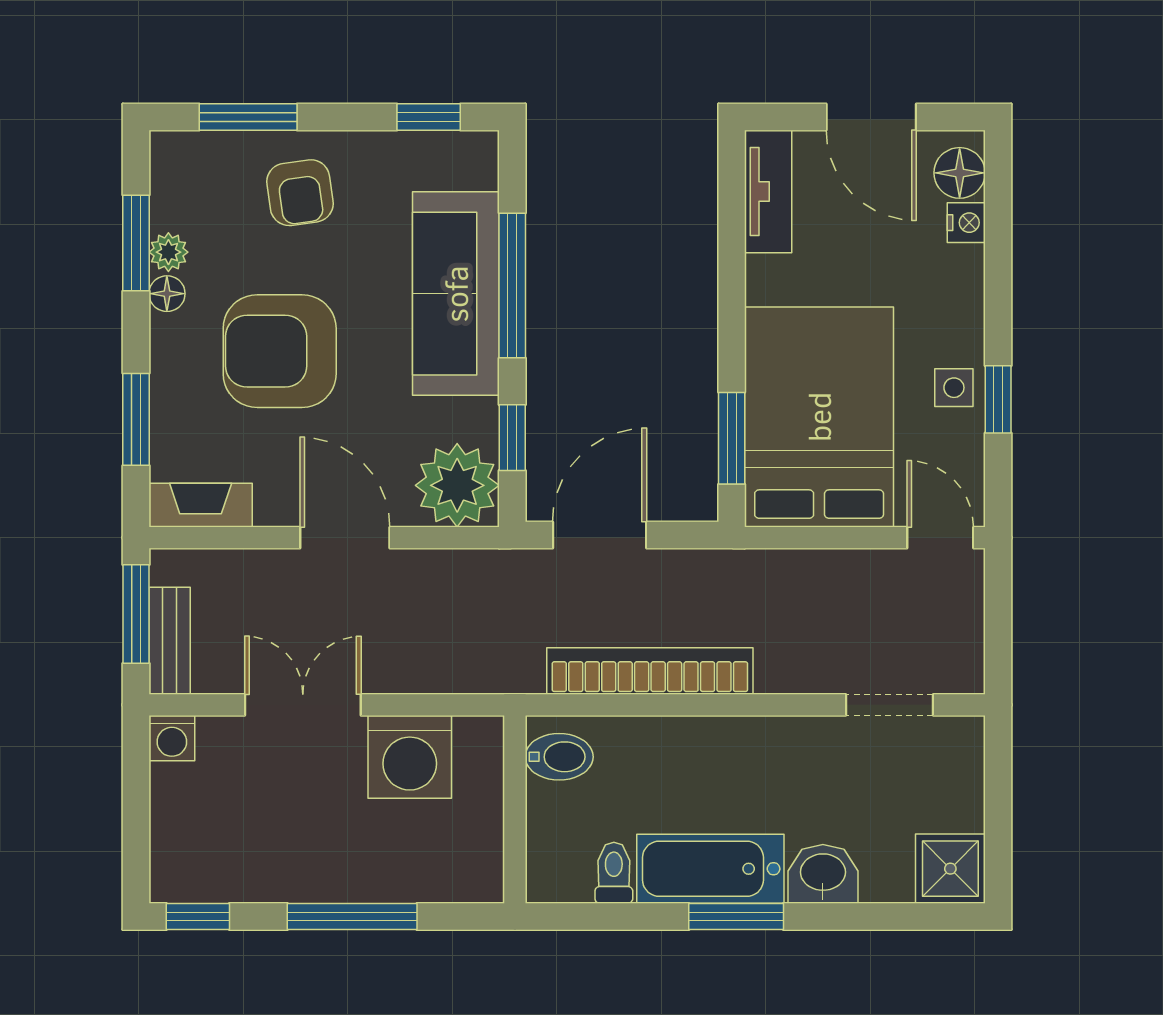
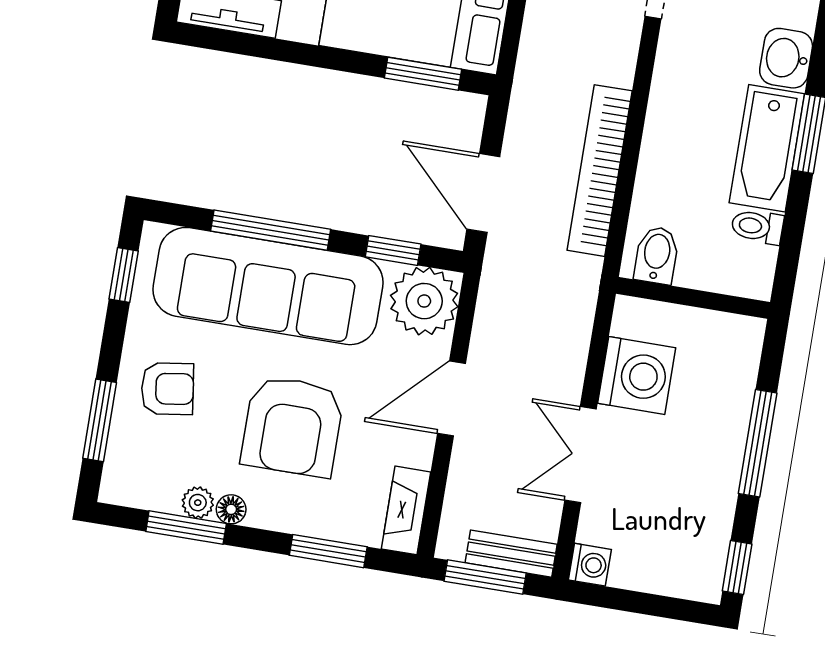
sofa: (456, 294) -> (268, 286), width x1.36, depth x1.27

